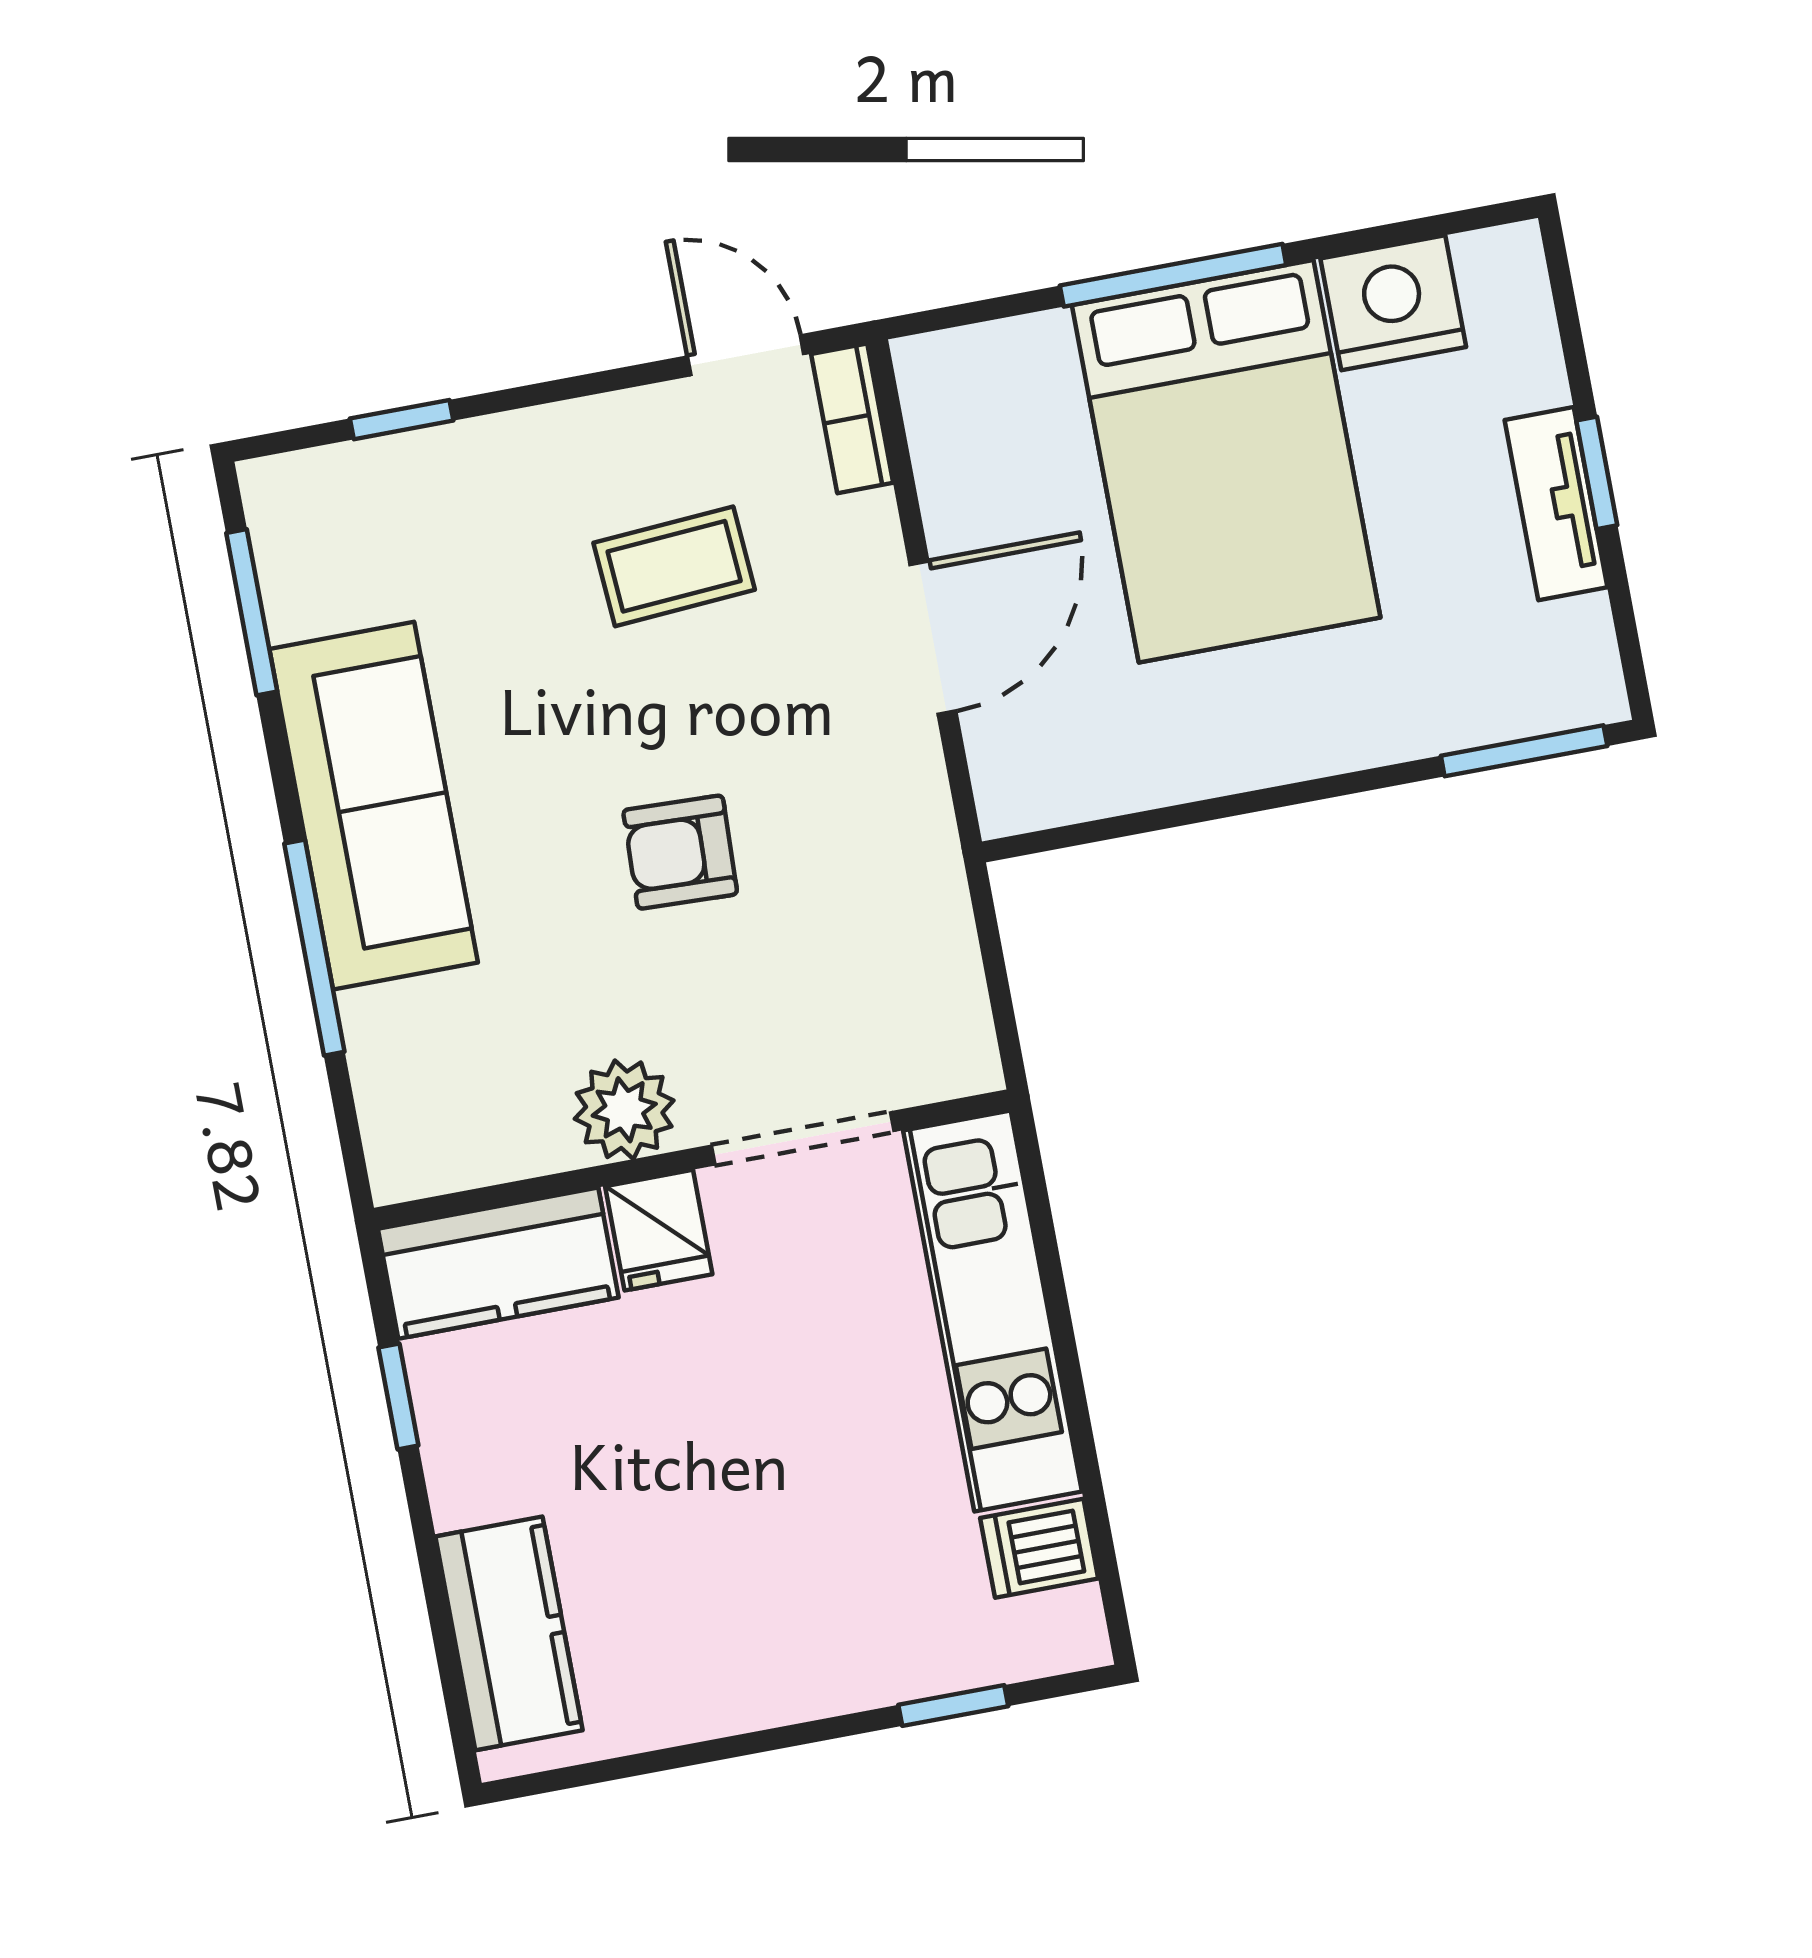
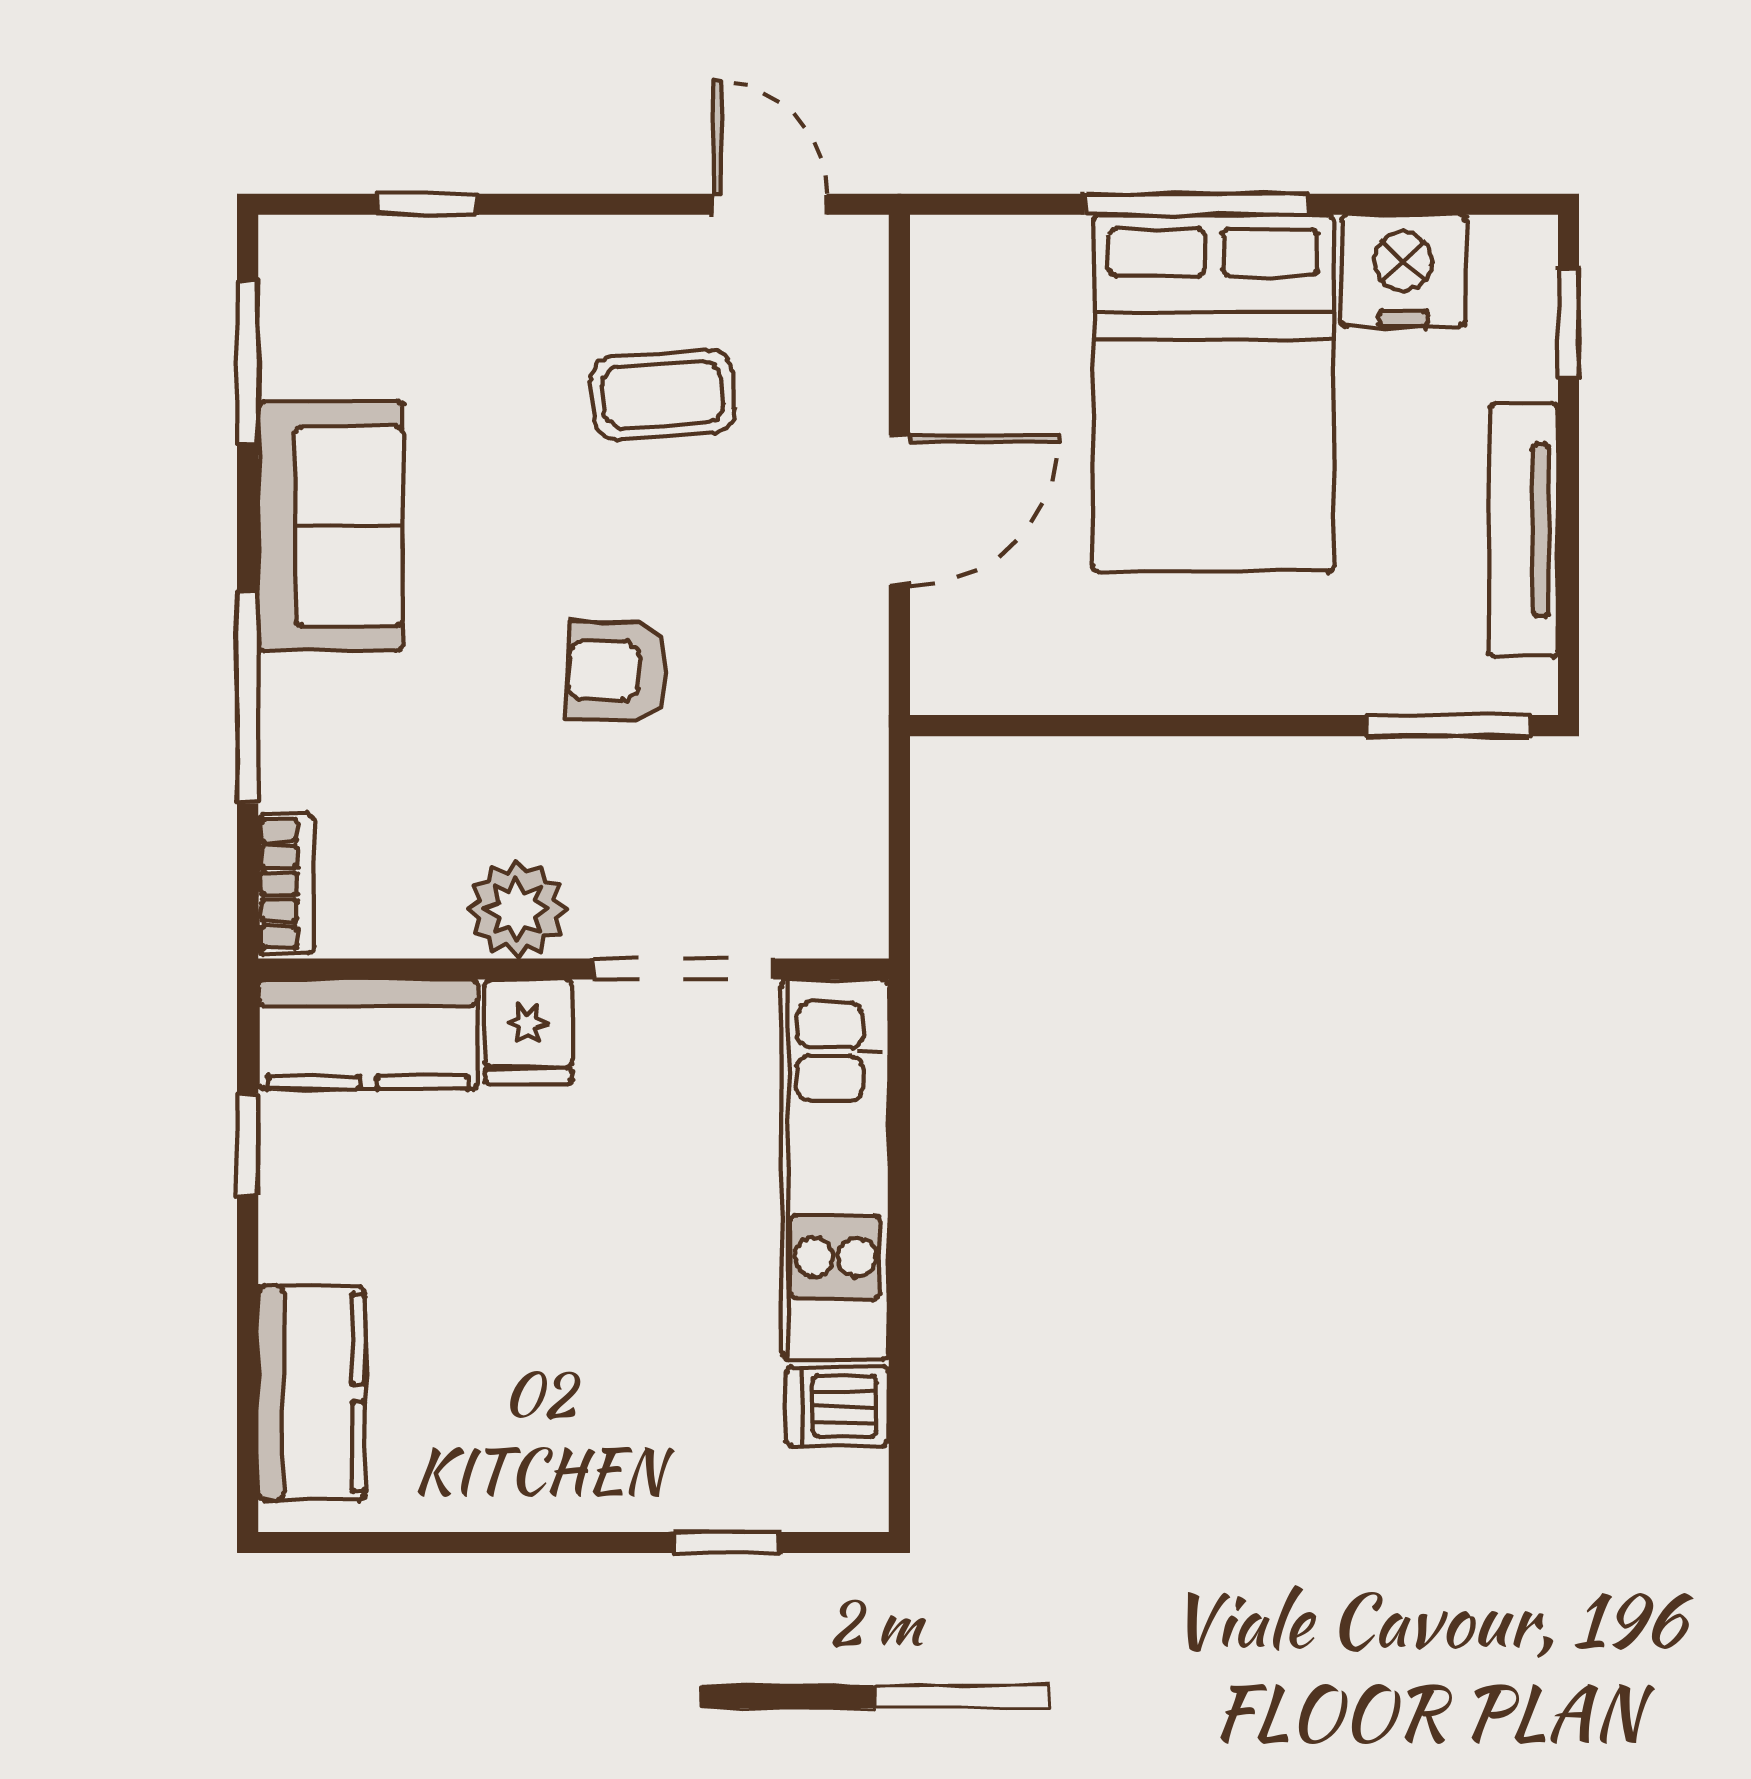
bookcase: (852, 418) -> (286, 884), moved, turned 180
window: (1597, 473) -> (1568, 323), moved
tv unit: (1556, 504) -> (1524, 530), width x1.41
sofa: (374, 806) -> (330, 526), width x0.73

